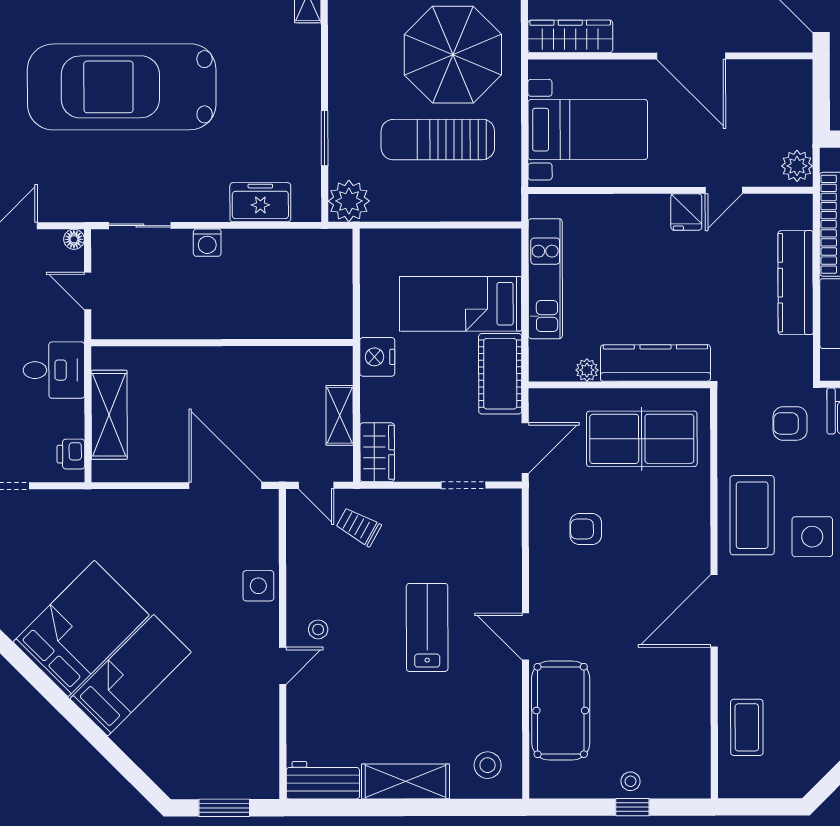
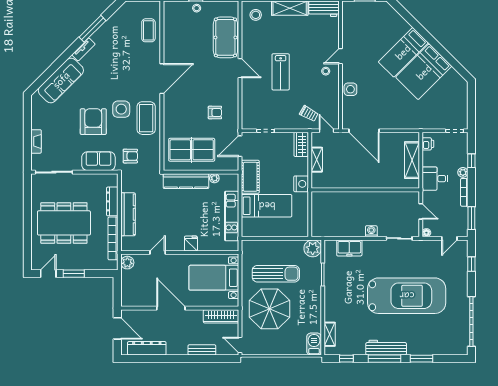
fridge: (686, 212) -> (191, 244), moved

